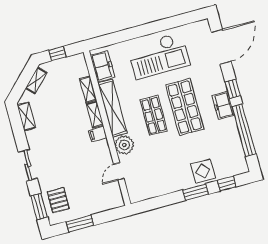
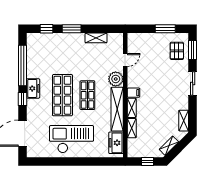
display table: (203, 171) -> (62, 43), removed
shelving: (162, 189) -> (96, 38), added

